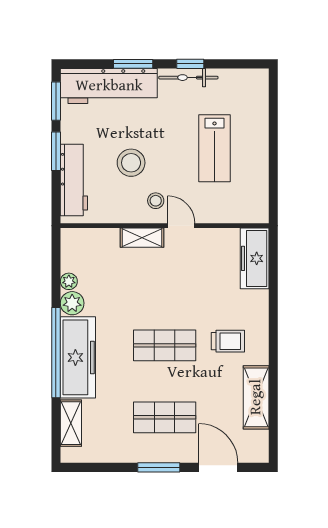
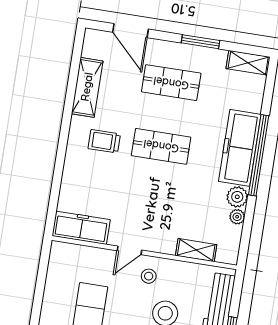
door: (181, 226) -> (129, 250), hinge flipped
shelving: (142, 238) -> (196, 250), moved
freezer: (255, 258) -> (81, 228), moved, turned -90
shelving: (71, 423) -> (248, 63), moved, turned 90
window: (159, 467) -> (200, 42), moved

